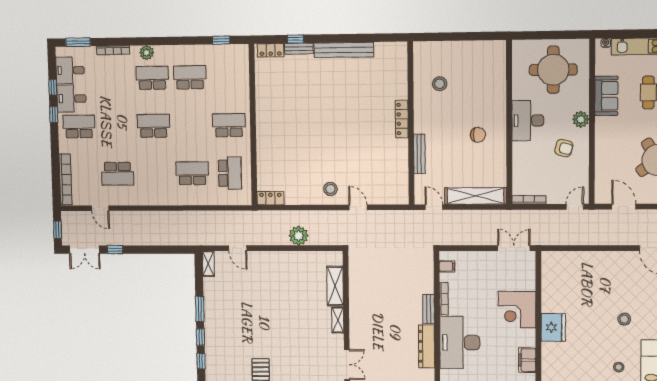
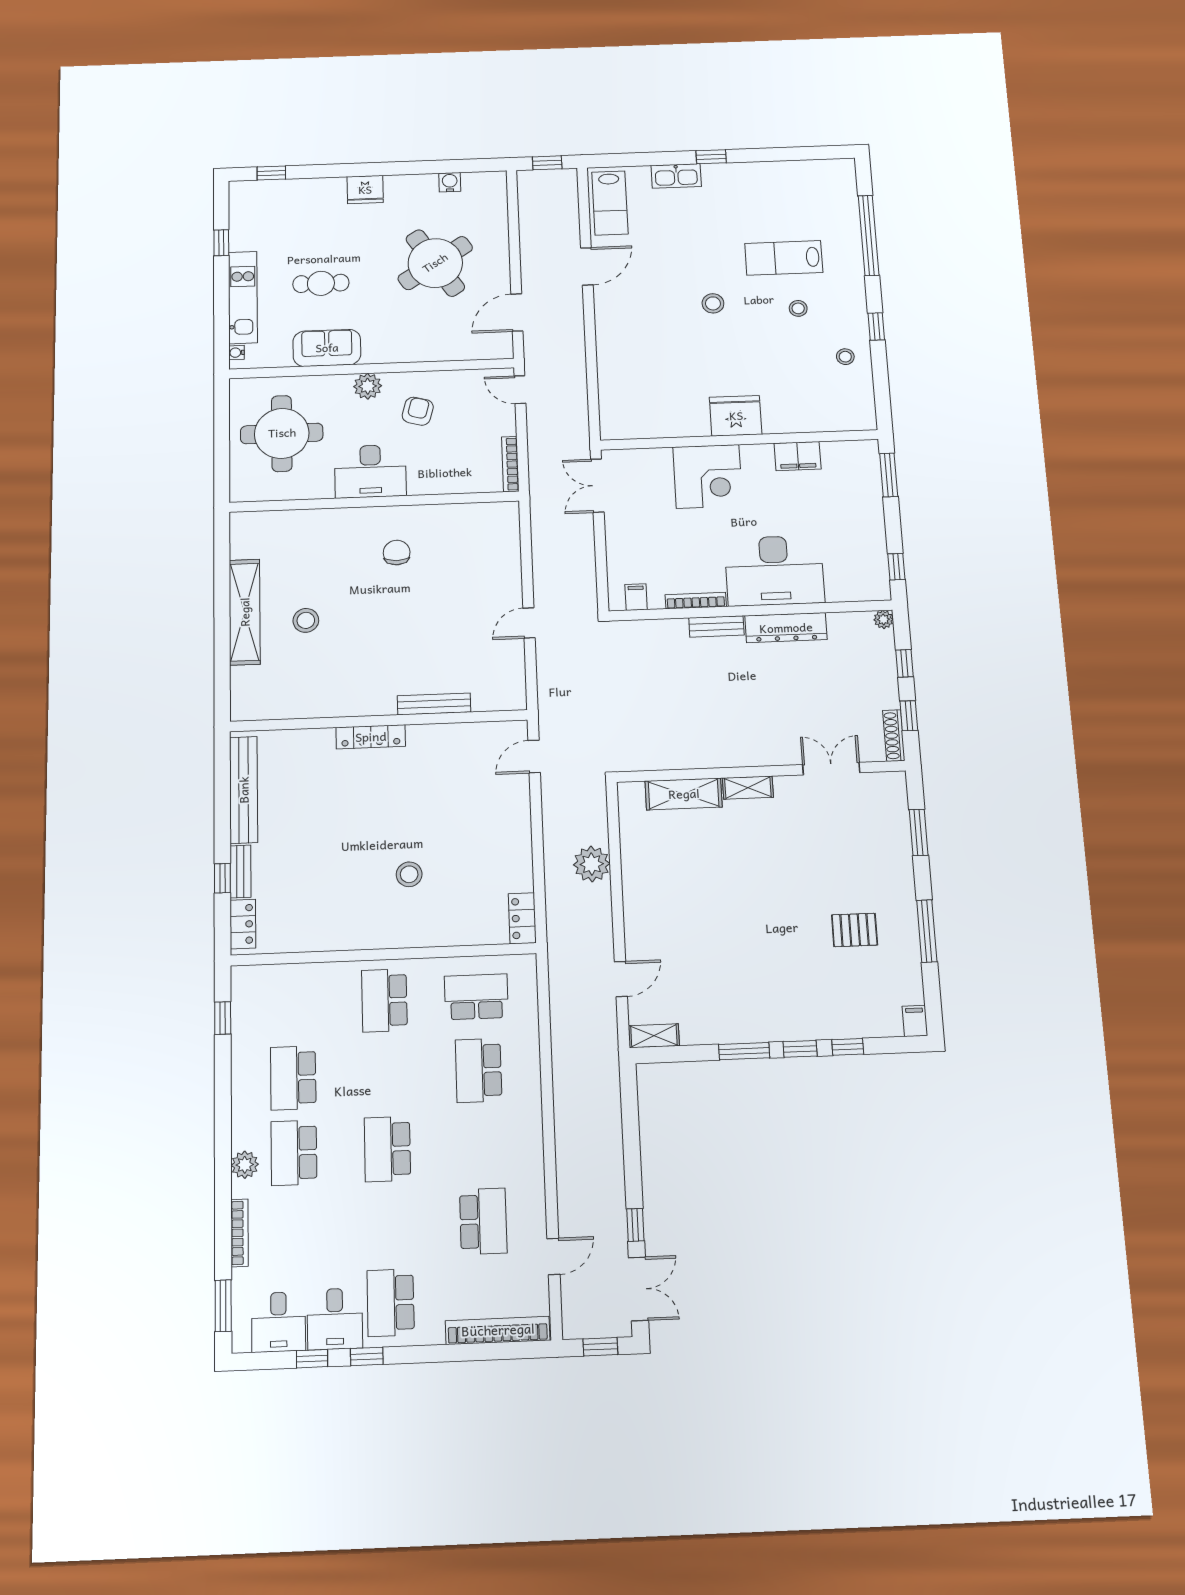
locker: (402, 119) -> (371, 737), moved
wall: (411, 123) -> (379, 721), moved
bench: (419, 154) -> (434, 704), moved
stool: (330, 189) -> (409, 874), moved
shelving: (476, 196) -> (245, 612), moved

